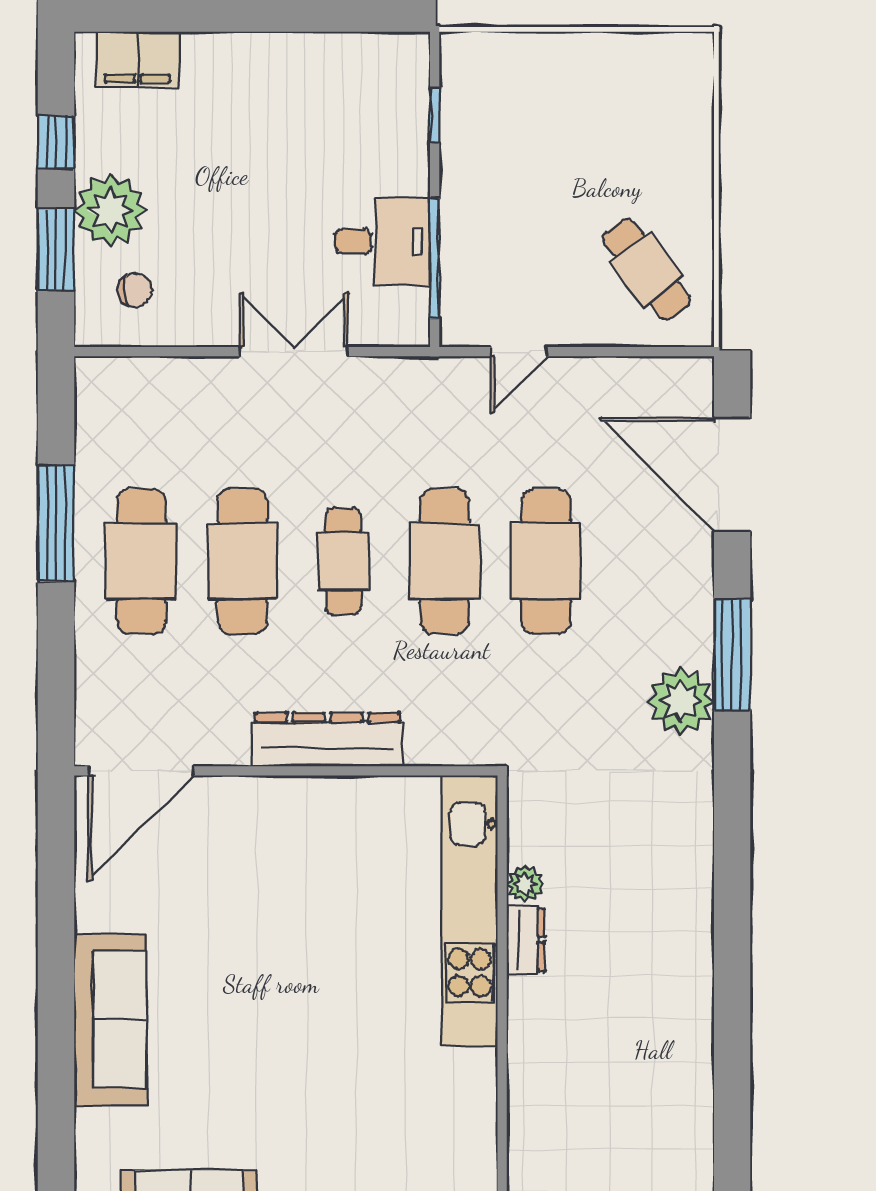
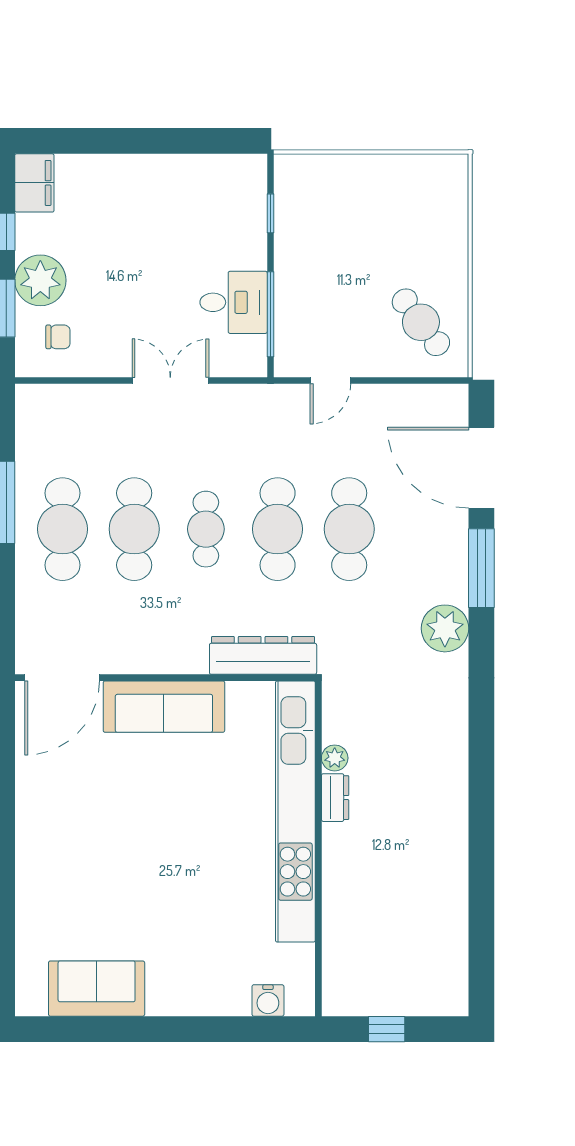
filing cabinet: (138, 59) -> (34, 183), moved, turned -90
window: (732, 655) -> (481, 568), moved
dresser: (328, 739) -> (263, 655), moved
kitchen unit: (470, 910) -> (295, 811), width x1.36
sofa: (110, 1019) -> (164, 707), moved, turned 90

